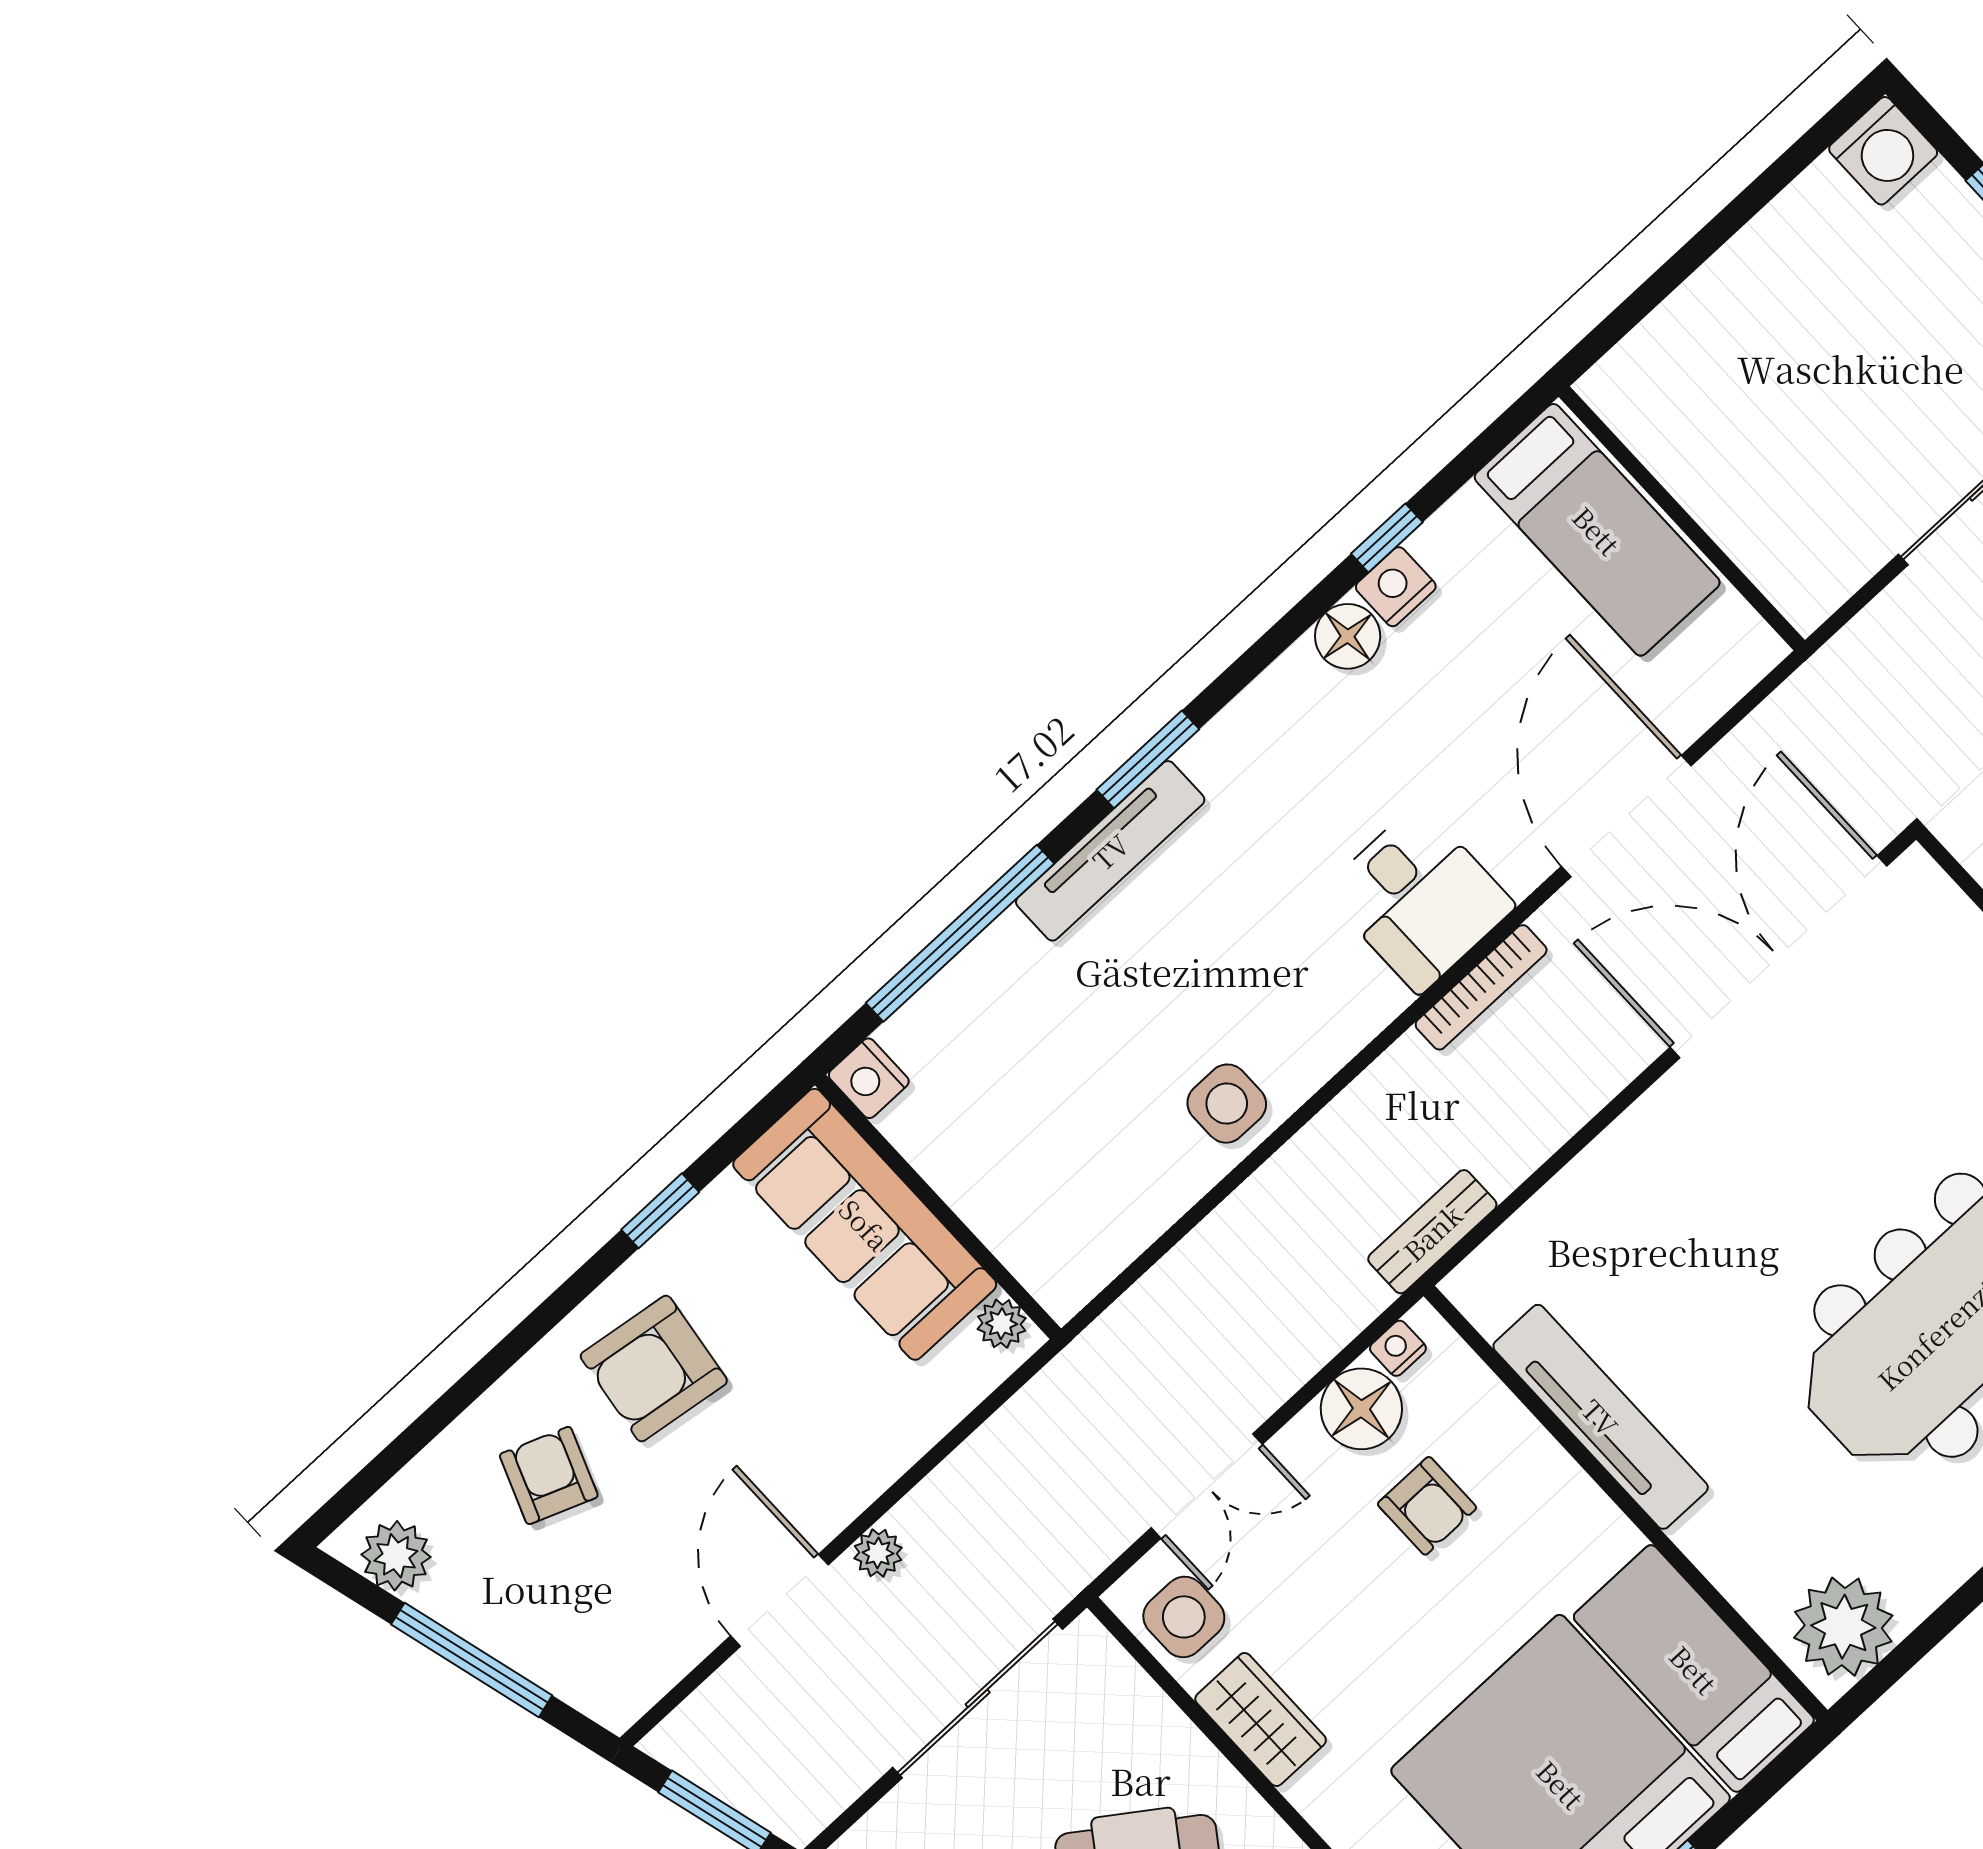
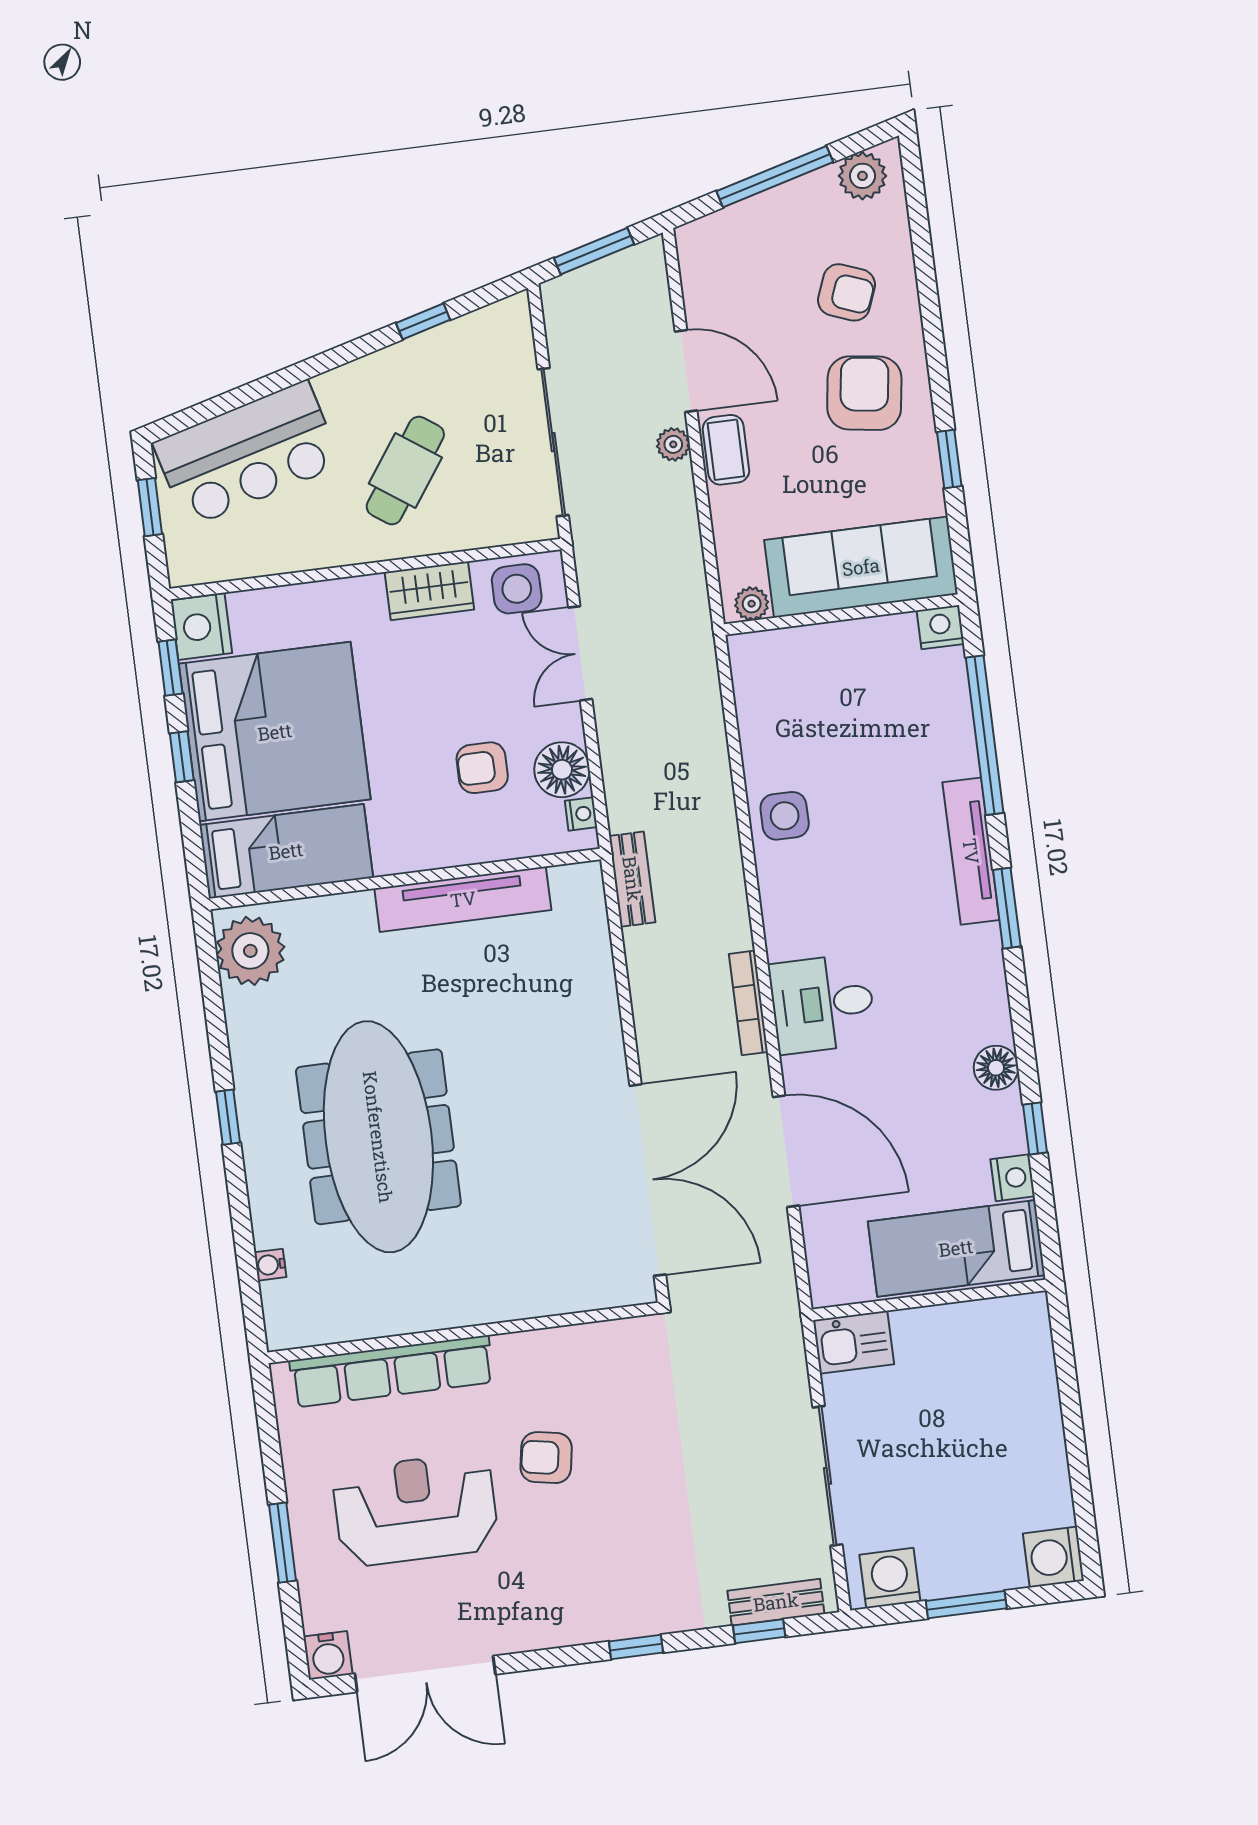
kitchen sink: (1797, 573) -> (853, 1342), added
nightstand: (1396, 587) -> (1013, 1178), moved
coffee table: (840, 1485) -> (726, 450), added

